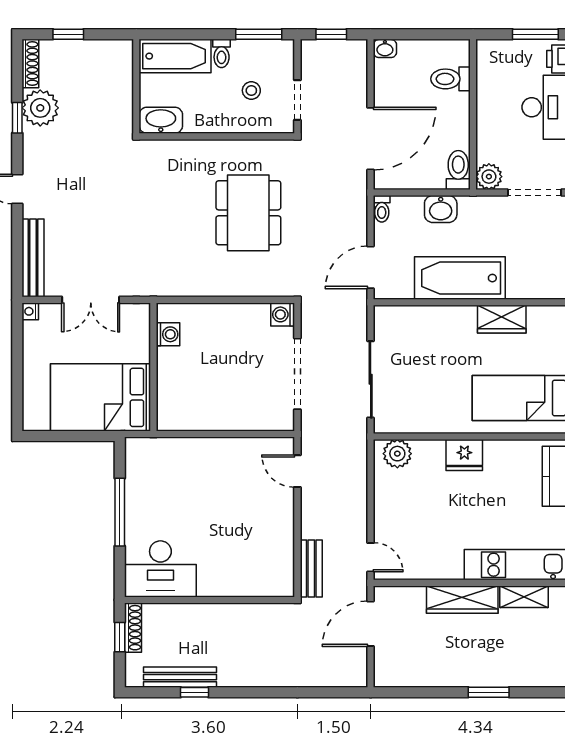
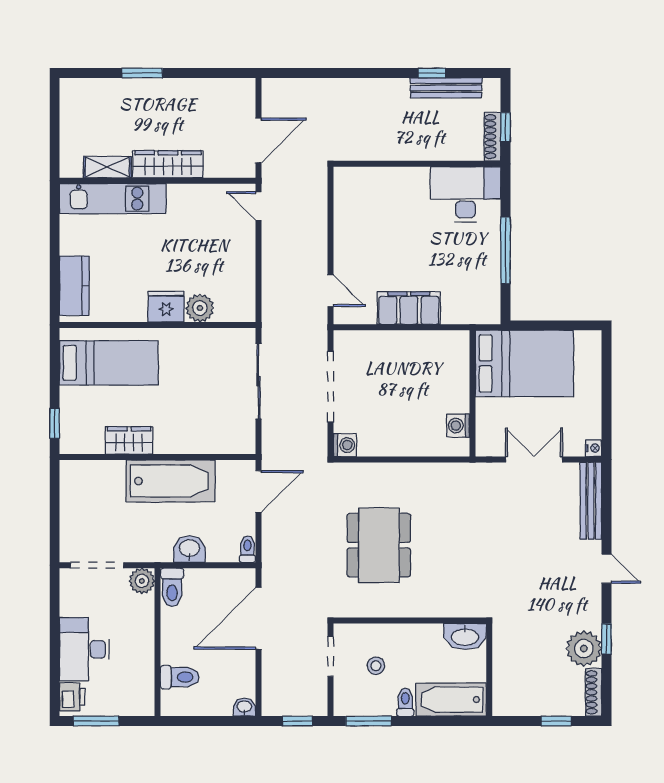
filing cabinet: (218, 454) -> (409, 308), added
plant: (397, 454) -> (200, 308), moved
bench: (311, 569) -> (317, 195), removed

